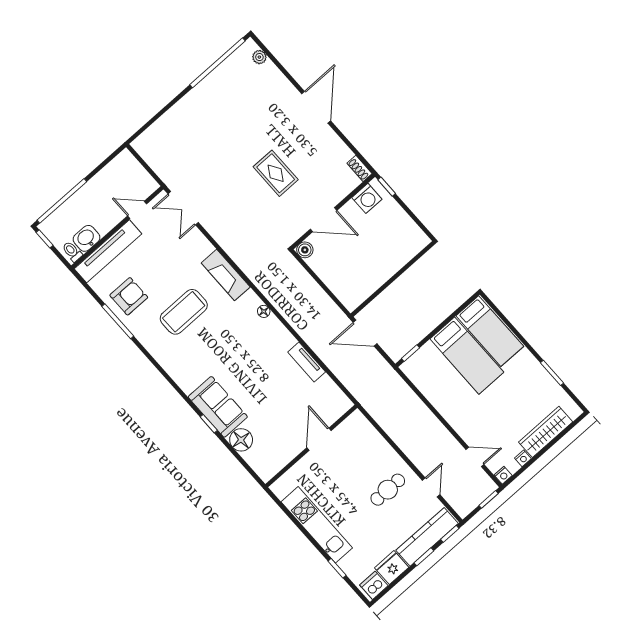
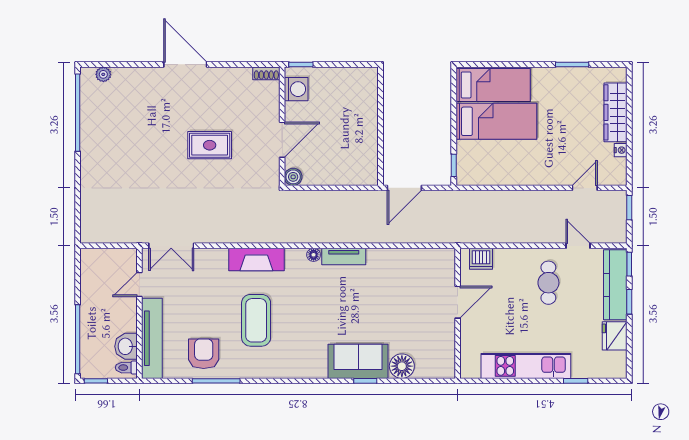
tv unit: (307, 362) -> (344, 256), moved
door: (319, 439) -> (458, 302), swing flipped
nightstand: (503, 475) -> (620, 178), removed
dishwasher: (374, 585) -> (481, 259), moved, turned -90

